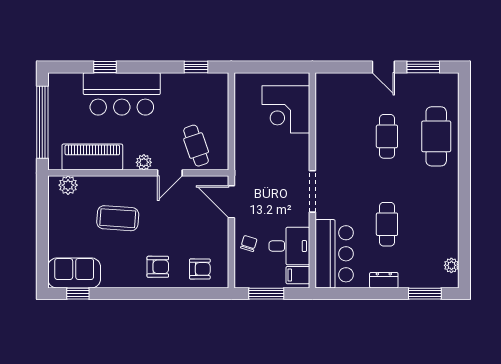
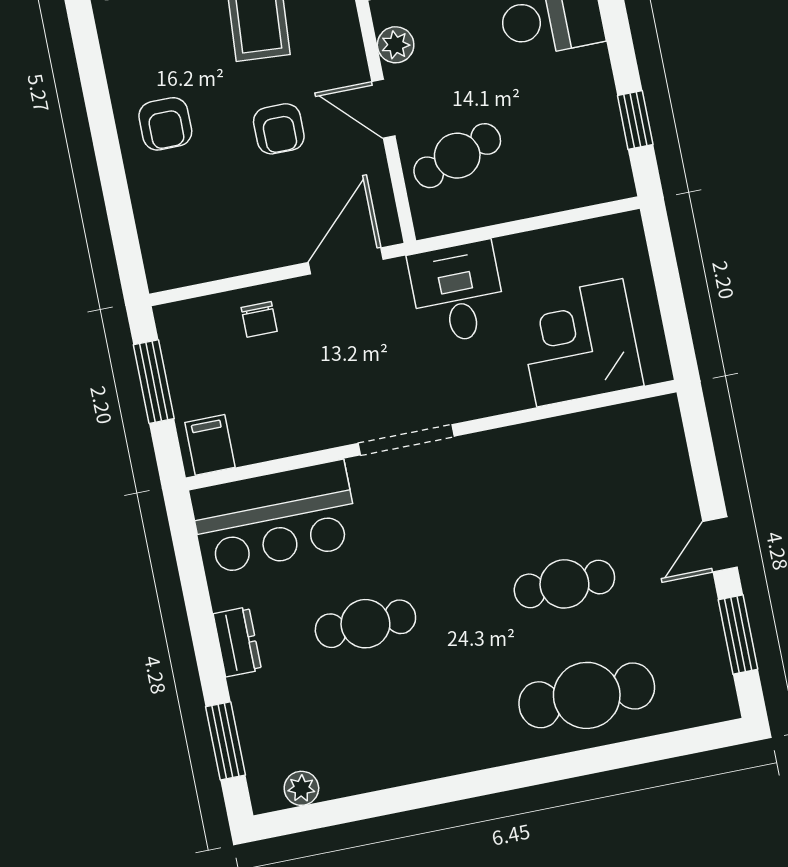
chair: (249, 244) -> (259, 319), turned 73
desk: (289, 246) -> (457, 293), moved, turned 180
armchair: (200, 269) -> (279, 129), moved

